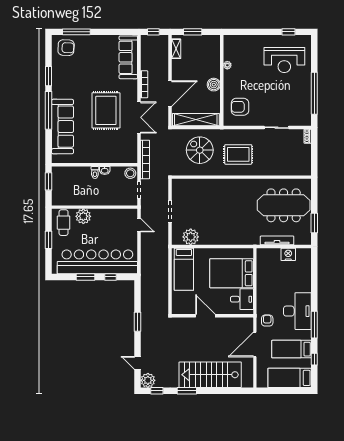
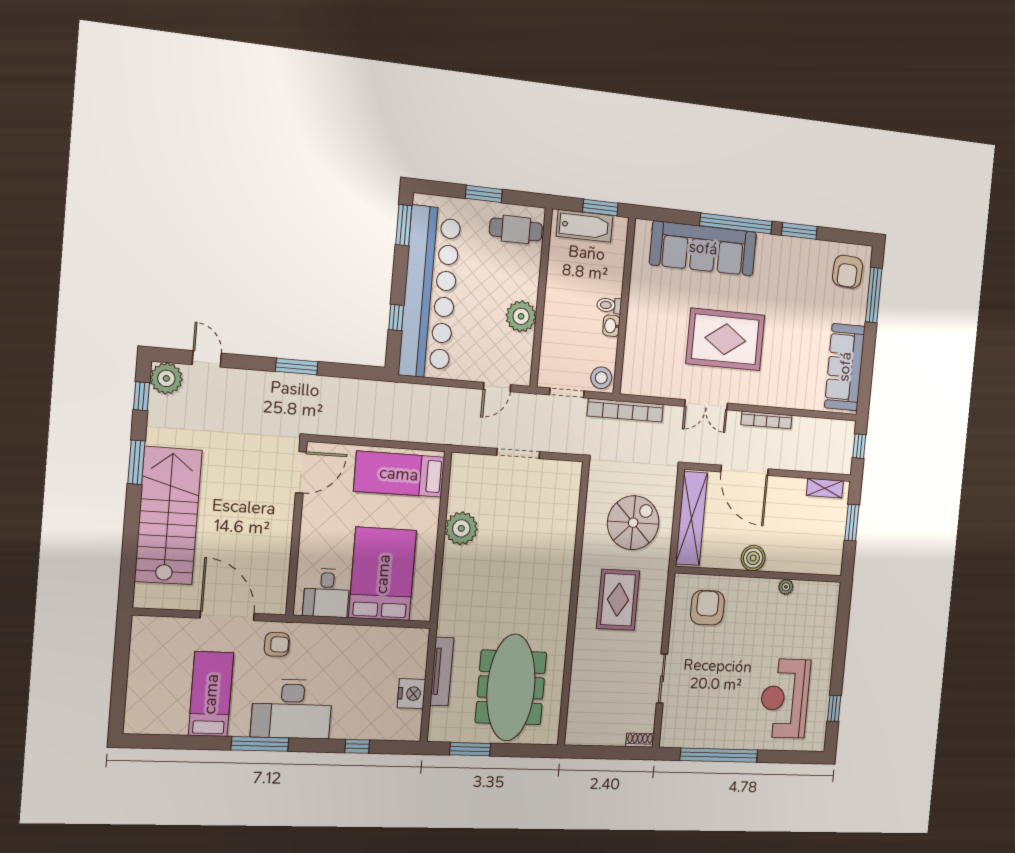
sofa: (128, 57) -> (845, 367), moved, turned -90
double door: (139, 117) -> (706, 405), width x0.73
bathtub: (58, 189) -> (585, 226), added
plant: (83, 216) -> (521, 316), moved
plant: (191, 237) -> (461, 528), moved
window: (86, 277) -> (404, 225), moved
door: (205, 316) -> (301, 472), moved
window: (314, 359) -> (357, 746), moved
door: (137, 363) -> (207, 359), hinge flipped
bed: (290, 378) -> (148, 688), removed

